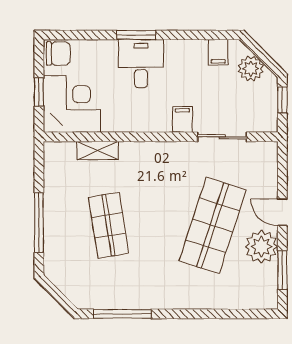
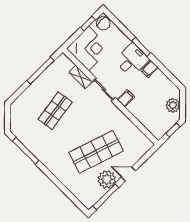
filing cabinet: (218, 52) -> (150, 69), moved
window: (39, 92) -> (88, 24), moved
sliding door: (222, 137) -> (104, 90), moved
door: (282, 212) -> (128, 174), hinge flipped
window: (39, 223) -> (41, 71), moved
window: (282, 270) -> (106, 197), width x1.44

